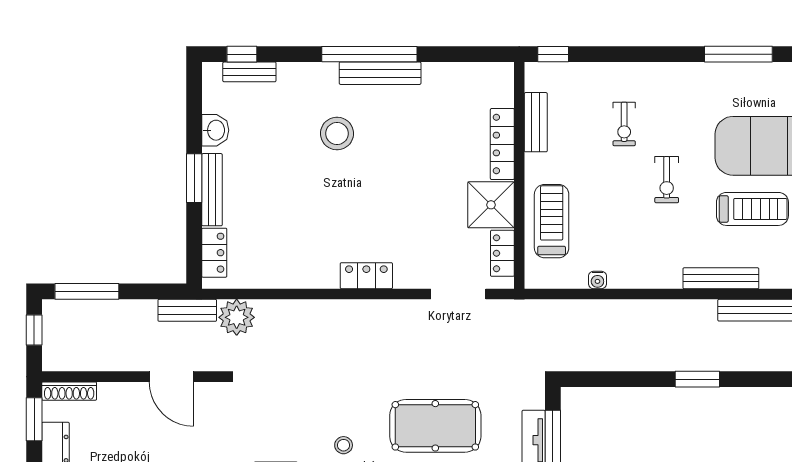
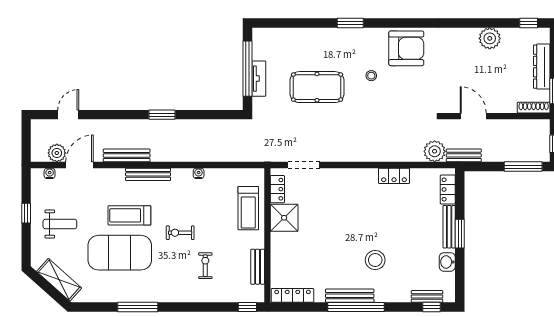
locker: (502, 144) -> (292, 295), moved, turned -90
exercise bike: (667, 180) -> (180, 233), turned -90
locker: (366, 276) -> (394, 176), moved
water cooler: (597, 280) -> (199, 173), moved

